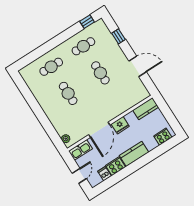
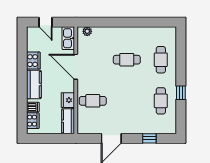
window: (87, 22) -> (181, 93), moved
cafe table: (100, 73) -> (93, 101), moved
fridge: (120, 125) -> (68, 100), moved
dishwasher: (104, 174) -> (33, 107), moved

